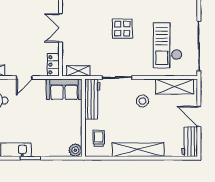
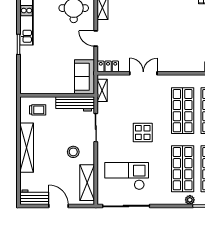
door: (199, 116) -> (58, 206), hinge flipped
plant: (75, 150) -> (26, 88), removed

